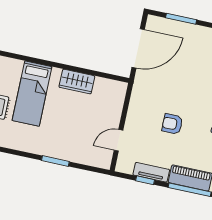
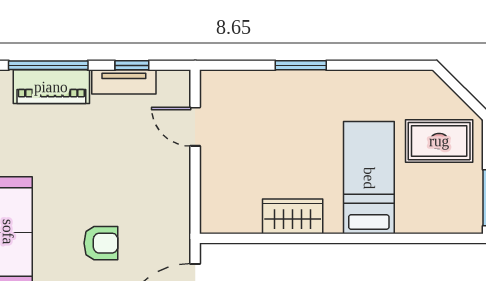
armchair: (172, 124) -> (101, 243), moved
door: (118, 140) -> (195, 127), swing flipped

